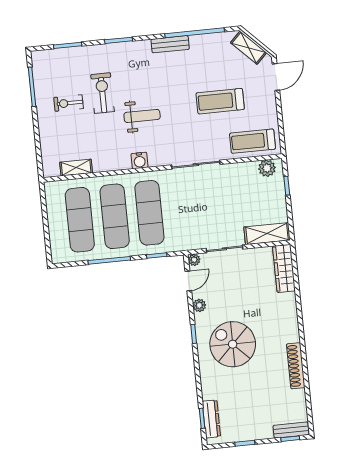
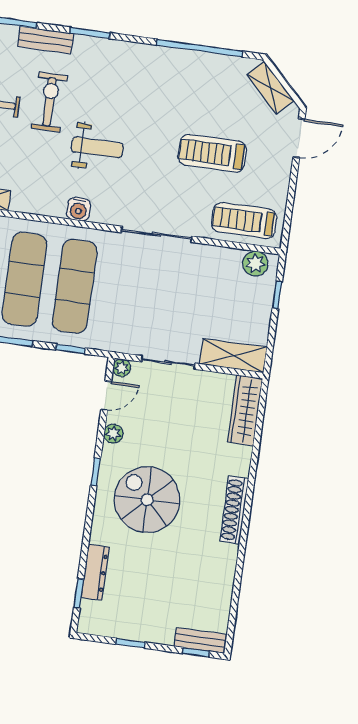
bench: (170, 44) -> (46, 40), moved
shoe rack: (296, 366) -> (234, 510), moved
dresser: (211, 419) -> (95, 572), moved

